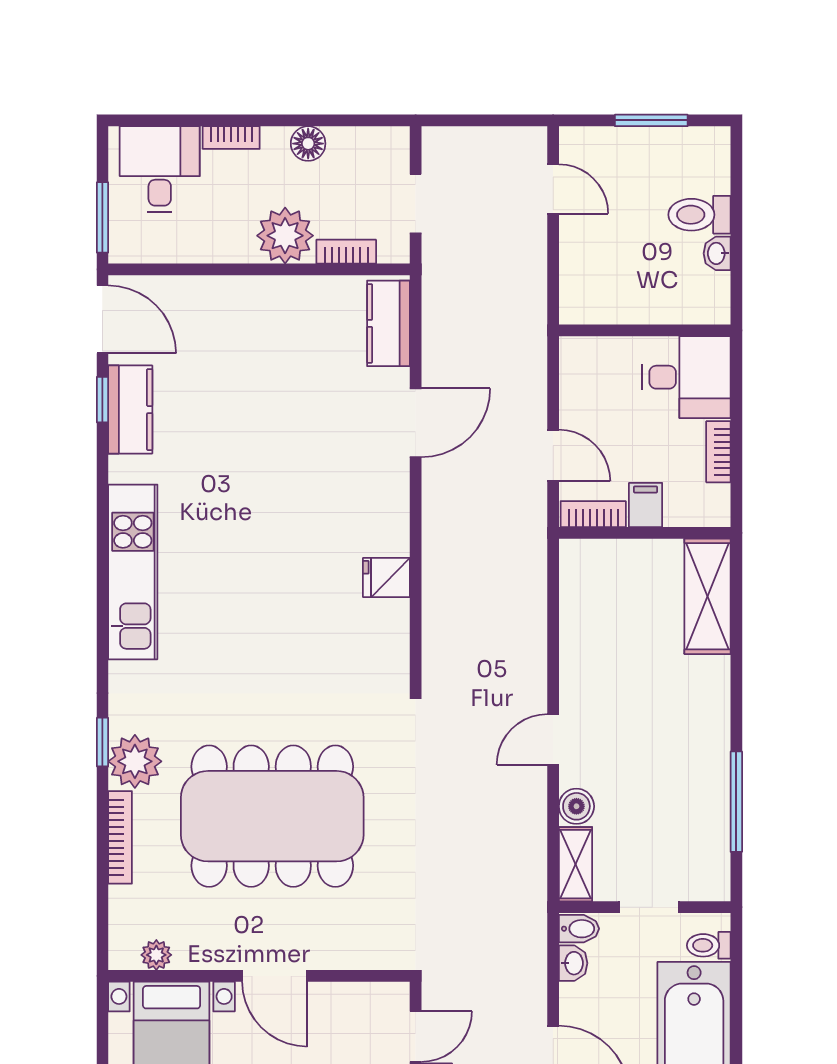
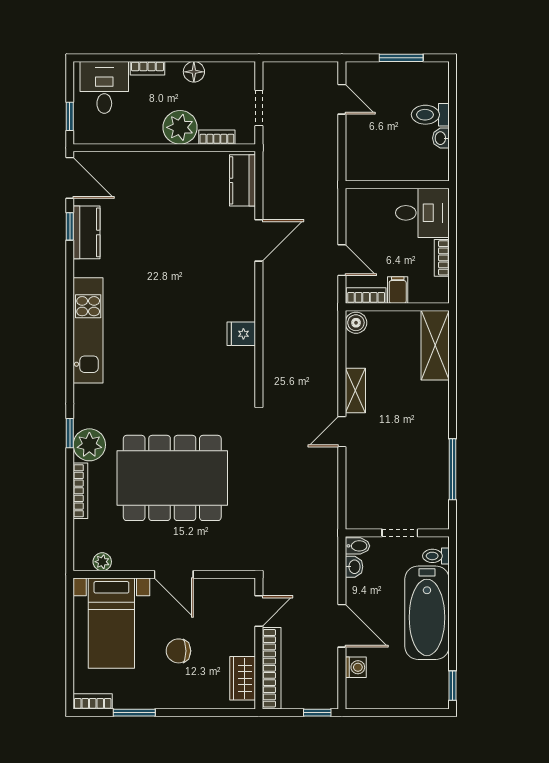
window: (102, 217) -> (70, 116), width x0.67
boiler: (576, 806) -> (356, 323), moved
shelving: (576, 864) -> (355, 391), moved

